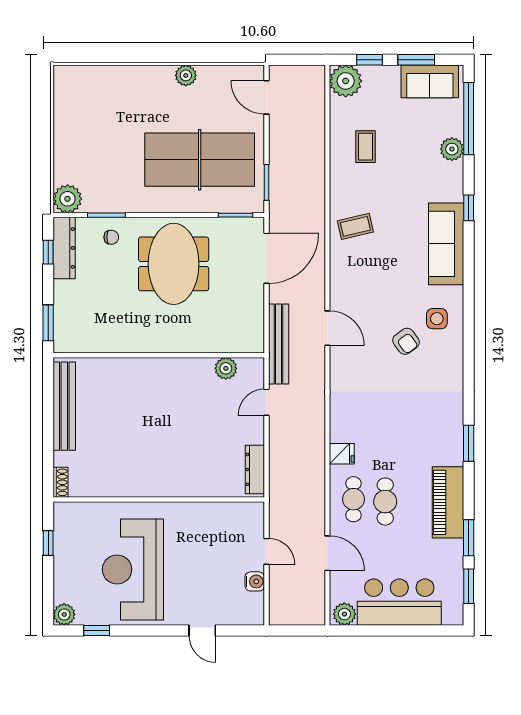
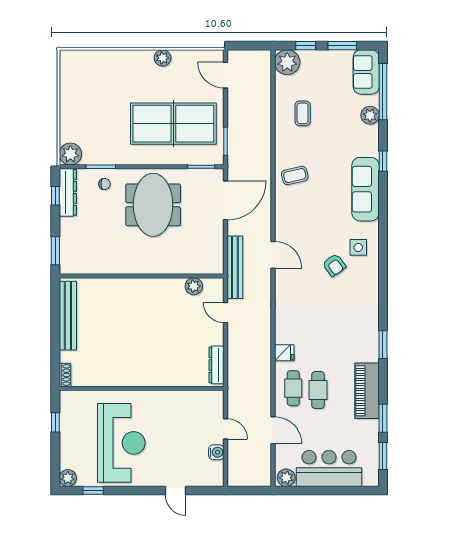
sofa: (430, 81) -> (366, 72), moved, turned 90
door: (267, 402) -> (225, 313), hinge flipped
reception desk: (133, 569) -> (121, 443), turned 180

